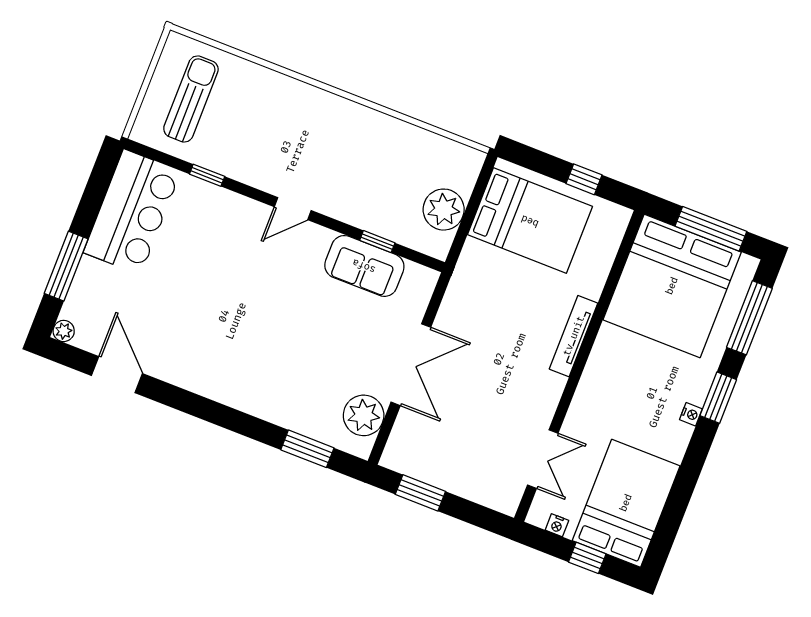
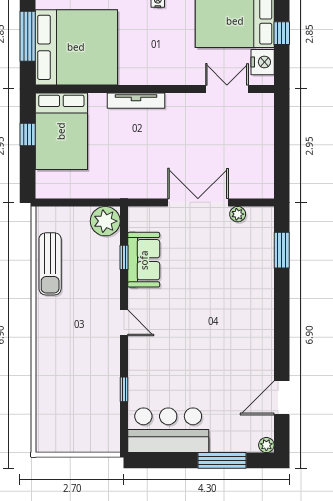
sun lounger: (191, 99) -> (50, 264), moved, turned -90
plant: (444, 210) -> (105, 221), moved
bed: (530, 221) -> (61, 131), moved, turned 180
plant: (364, 415) -> (238, 214), width x0.53, depth x0.53
window: (420, 493) -> (282, 162), removed
nightstand: (557, 525) -> (263, 62), width x1.89, depth x1.79

